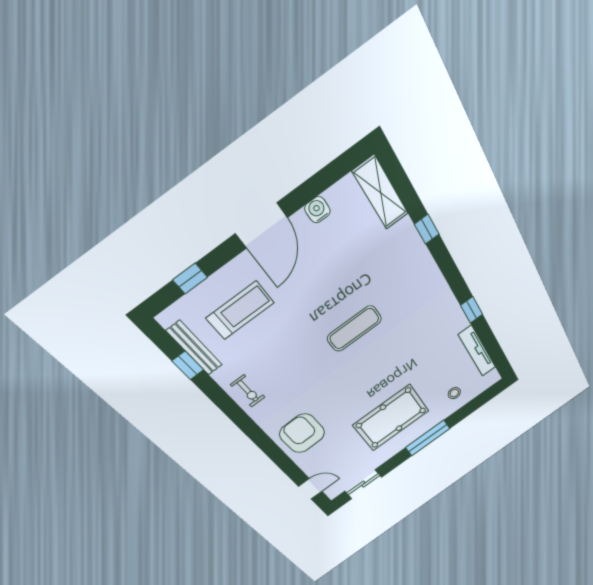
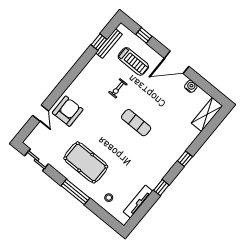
window: (427, 229) -> (185, 159), moved
exercise bike: (248, 391) -> (118, 88), moved
door: (310, 489) -> (41, 113), moved

